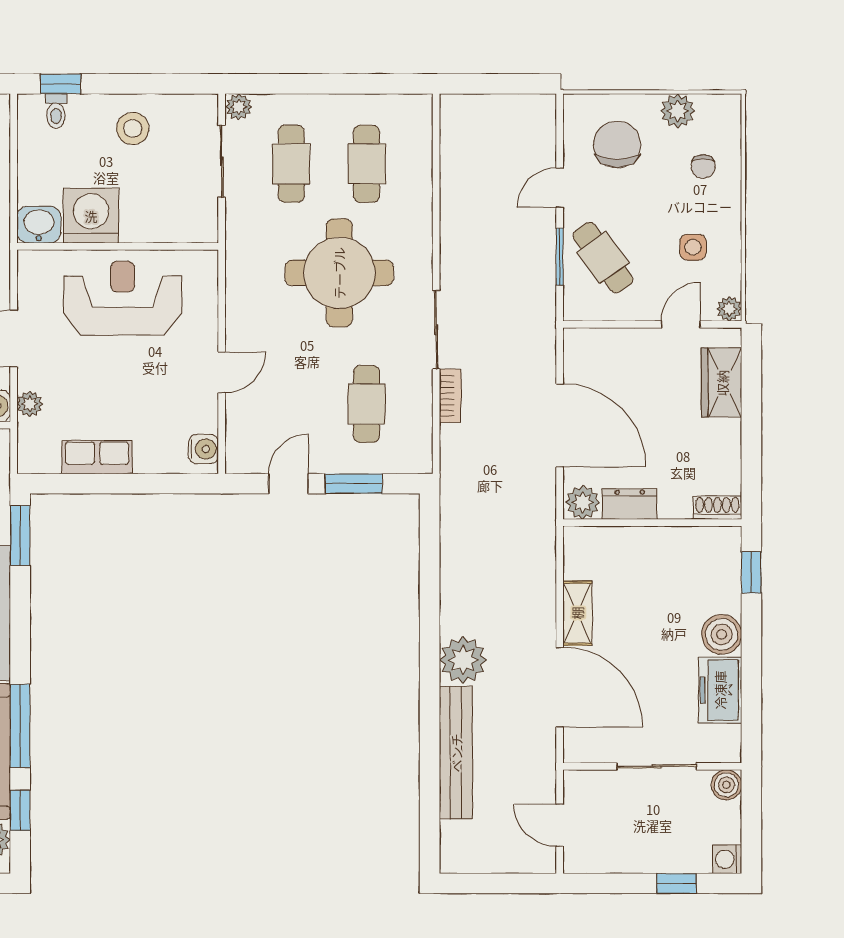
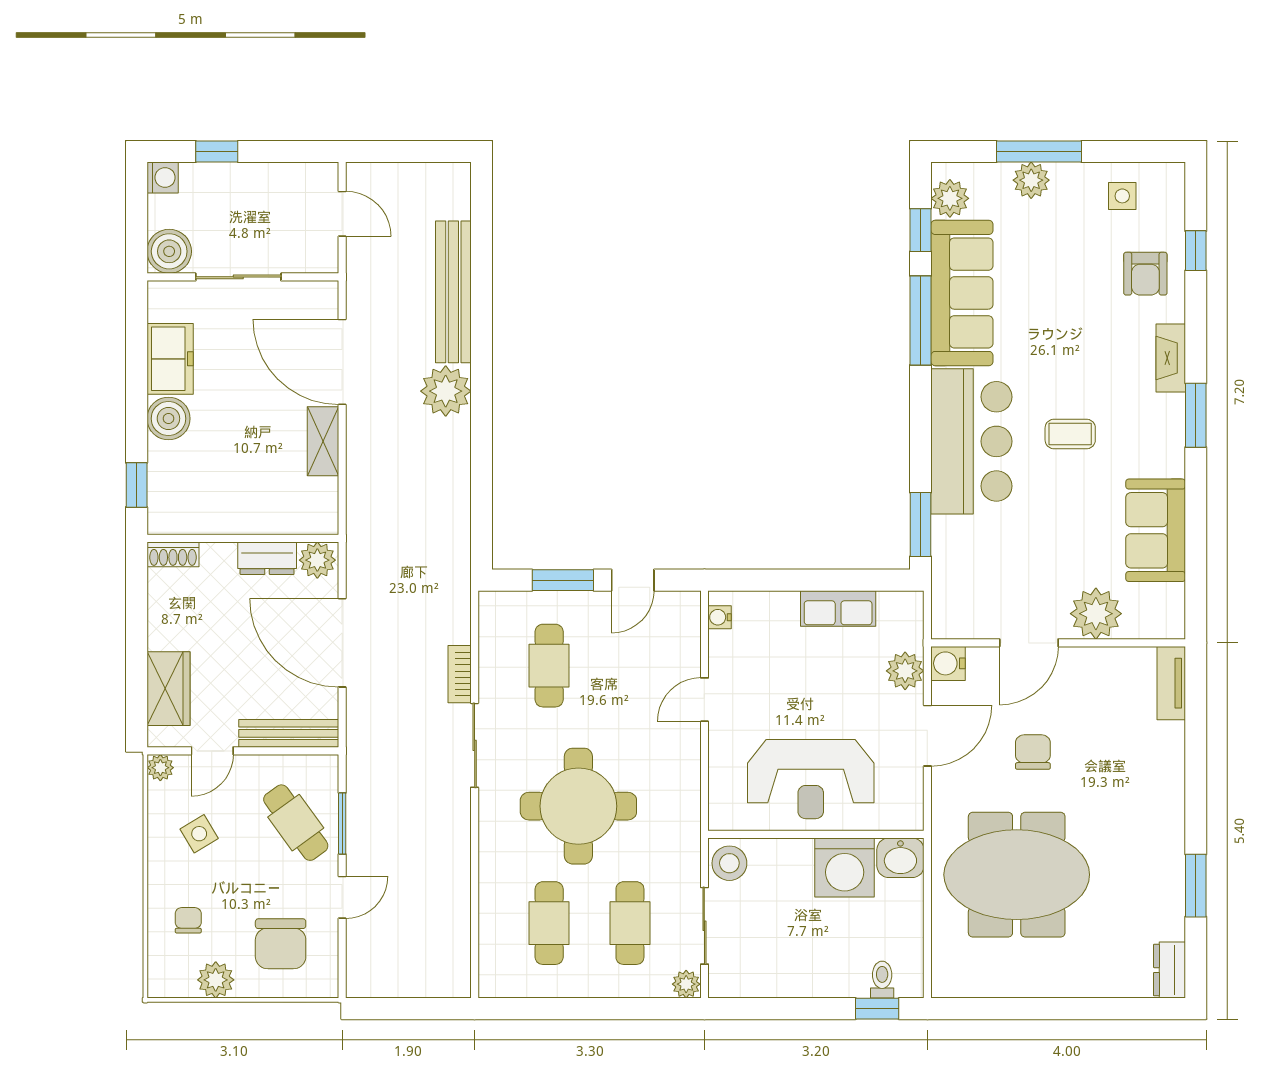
stool: (133, 128) -> (729, 863), moved
side table: (693, 247) -> (199, 834), turned -31
bench: (609, 341) -> (289, 733), added
plant: (30, 404) -> (905, 671), width x1.38, depth x1.38
water cooler: (203, 449) -> (720, 617), width x0.72, depth x0.72
boiler: (726, 785) -> (169, 251), width x1.36, depth x1.36

